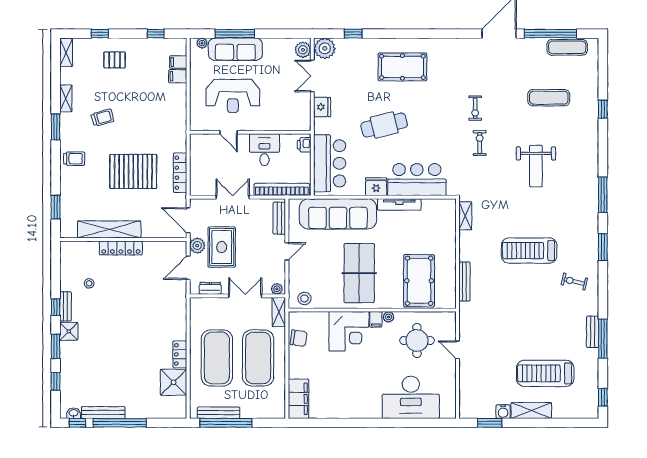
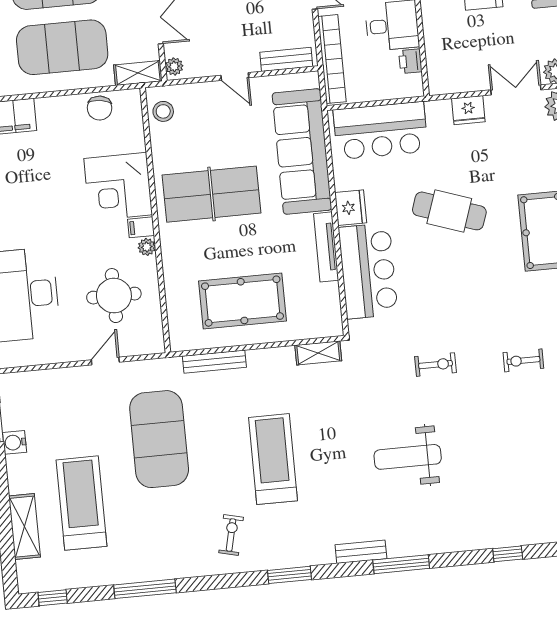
exercise mat: (549, 98) -> (159, 439), moved, width x2.00, depth x1.45
exercise bike: (475, 108) -> (523, 360), moved
cafe table: (384, 125) -> (449, 211), turned -57
printer: (304, 145) -> (410, 61), moved, turned -90
window: (603, 195) -> (401, 564), moved
pool table: (419, 281) -> (243, 301), moved
bench: (593, 332) -> (361, 552), moved
shelving: (531, 411) -> (24, 527), moved

